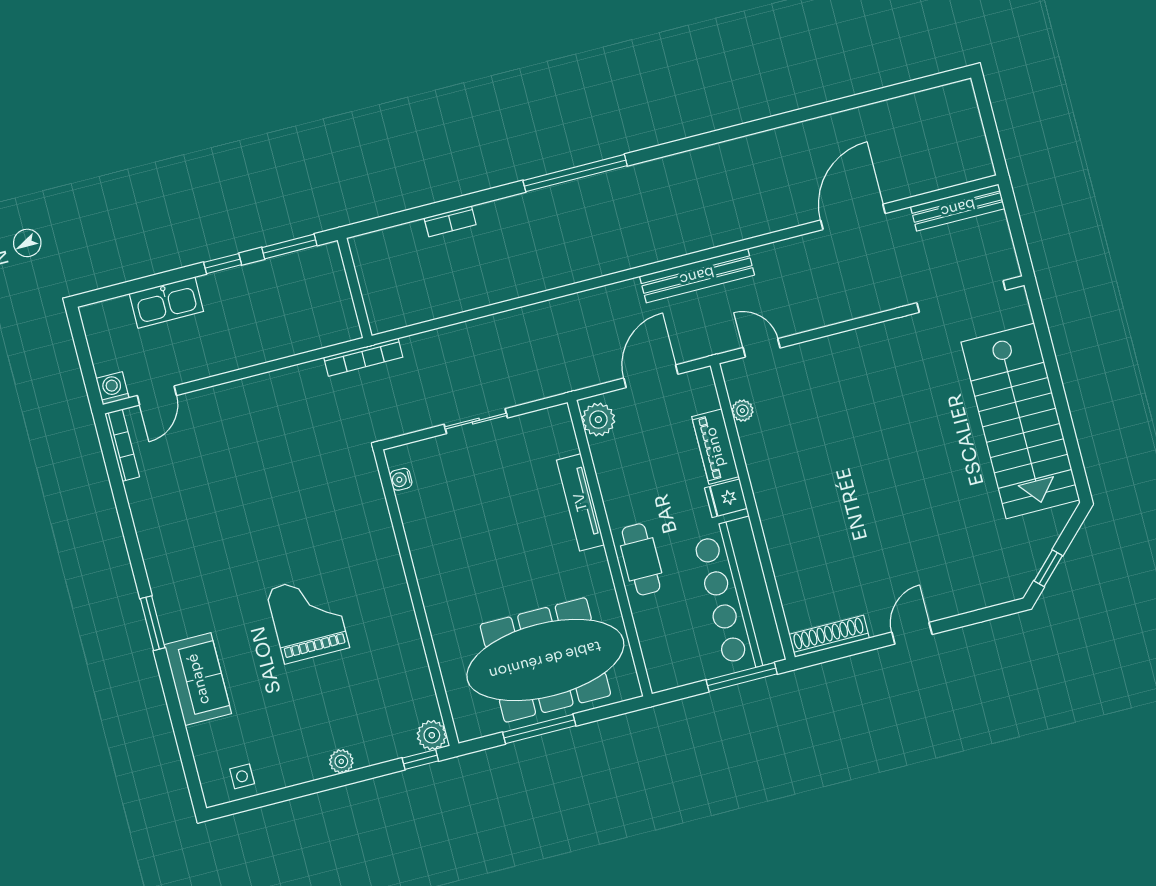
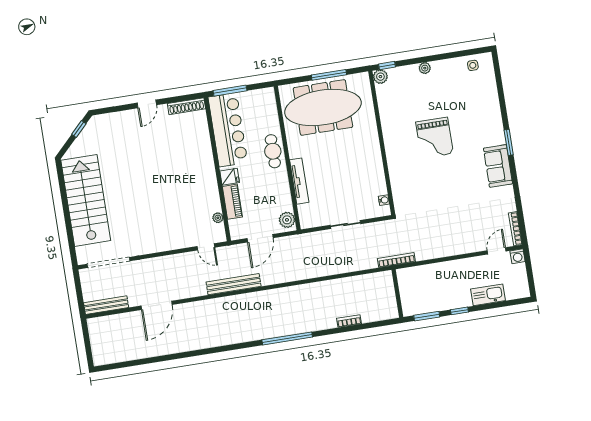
sofa: (198, 679) -> (498, 166), moved

